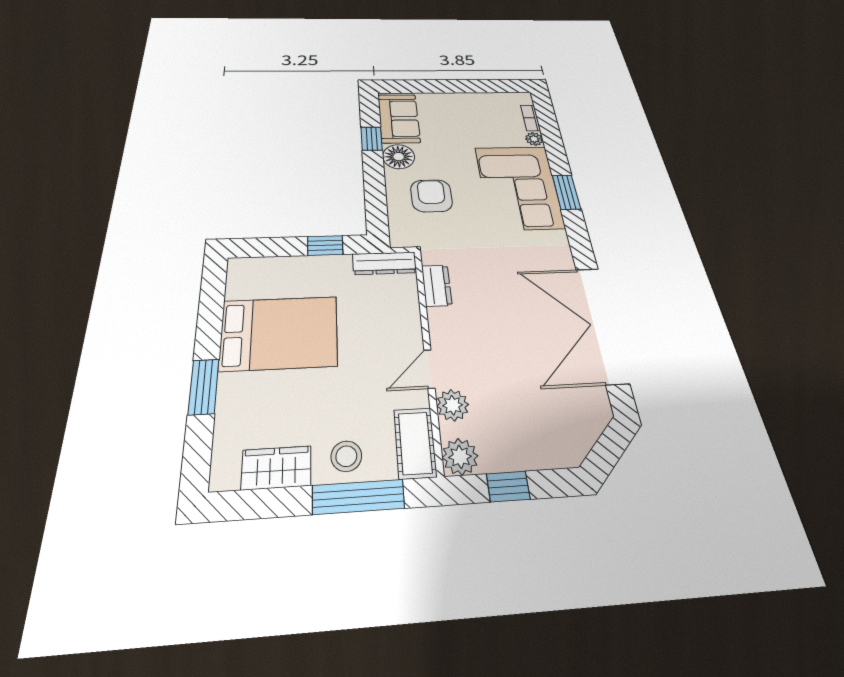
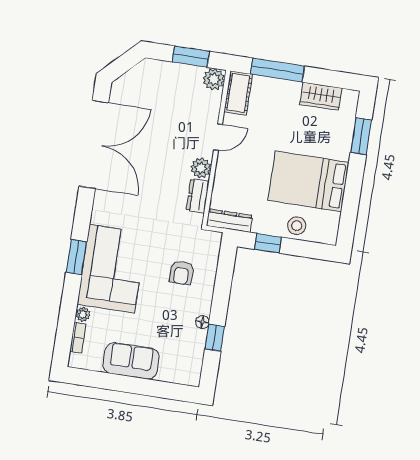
sofa: (399, 118) -> (131, 361), moved, turned 90
floor lamp: (399, 157) -> (202, 322), width x0.53, depth x0.53
armchair: (431, 196) -> (182, 273), width x0.72, depth x0.72
window: (204, 387) -> (361, 136), moved
plant: (453, 405) -> (201, 168), moved
stool: (346, 456) -> (297, 226), moved
window: (508, 486) -> (191, 57), width x1.50

